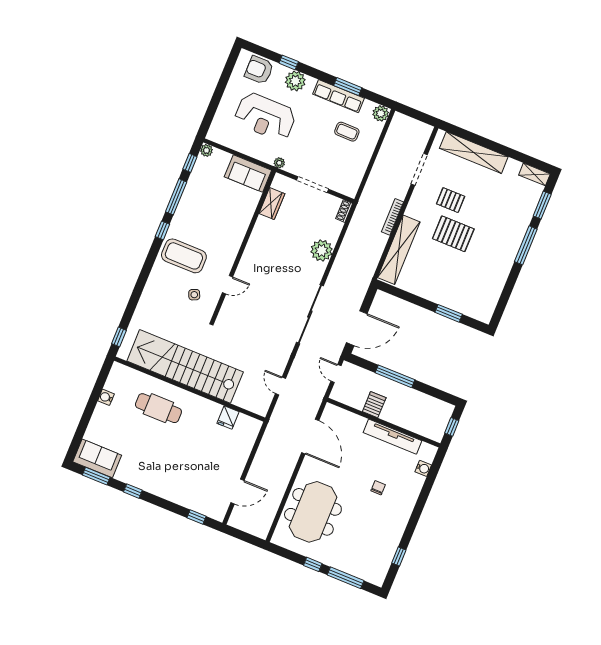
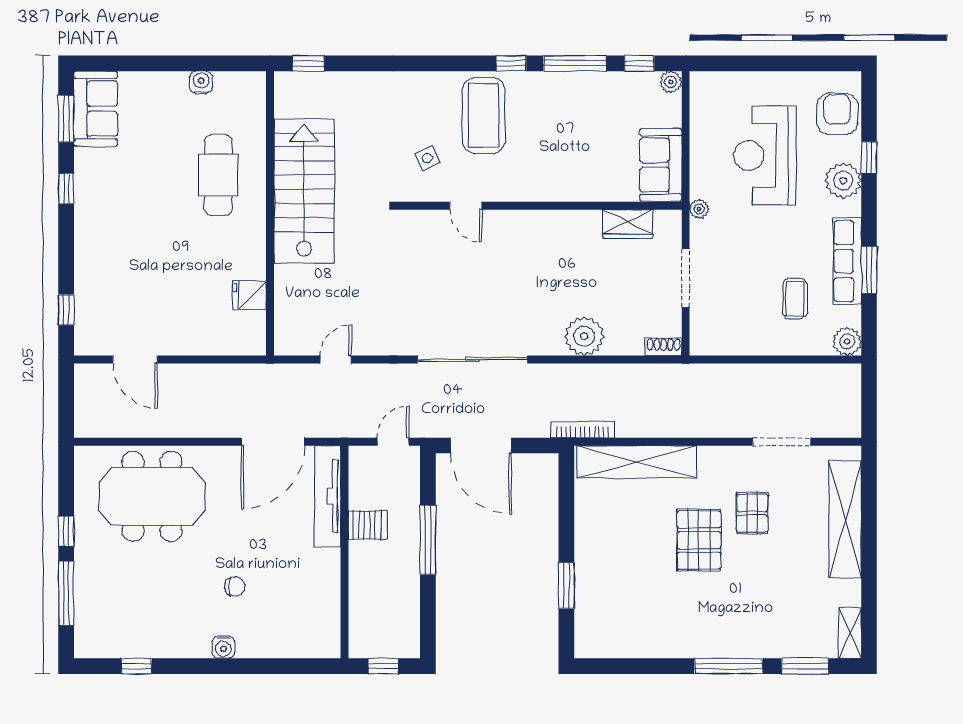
bookcase: (393, 217) -> (583, 430), moved
stairs: (185, 366) -> (304, 191), width x0.73
tv unit: (392, 437) -> (328, 496), moved
water cooler: (423, 468) -> (223, 647), moved

